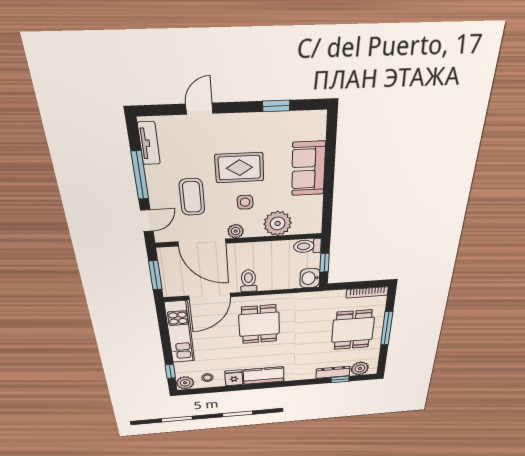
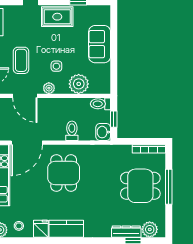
rug: (239, 168) -> (57, 17), moved
door: (202, 243) -> (25, 96), width x0.73
toilet: (249, 281) -> (72, 131), moved
dining table: (353, 330) -> (140, 186), turned 90

